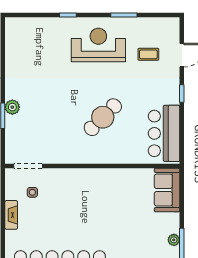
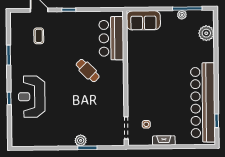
reception desk: (98, 45) -> (32, 97), moved
cafe table: (103, 117) -> (88, 71), width x0.73, depth x0.74
bar counter: (164, 133) -> (111, 38), moved, turned 90

